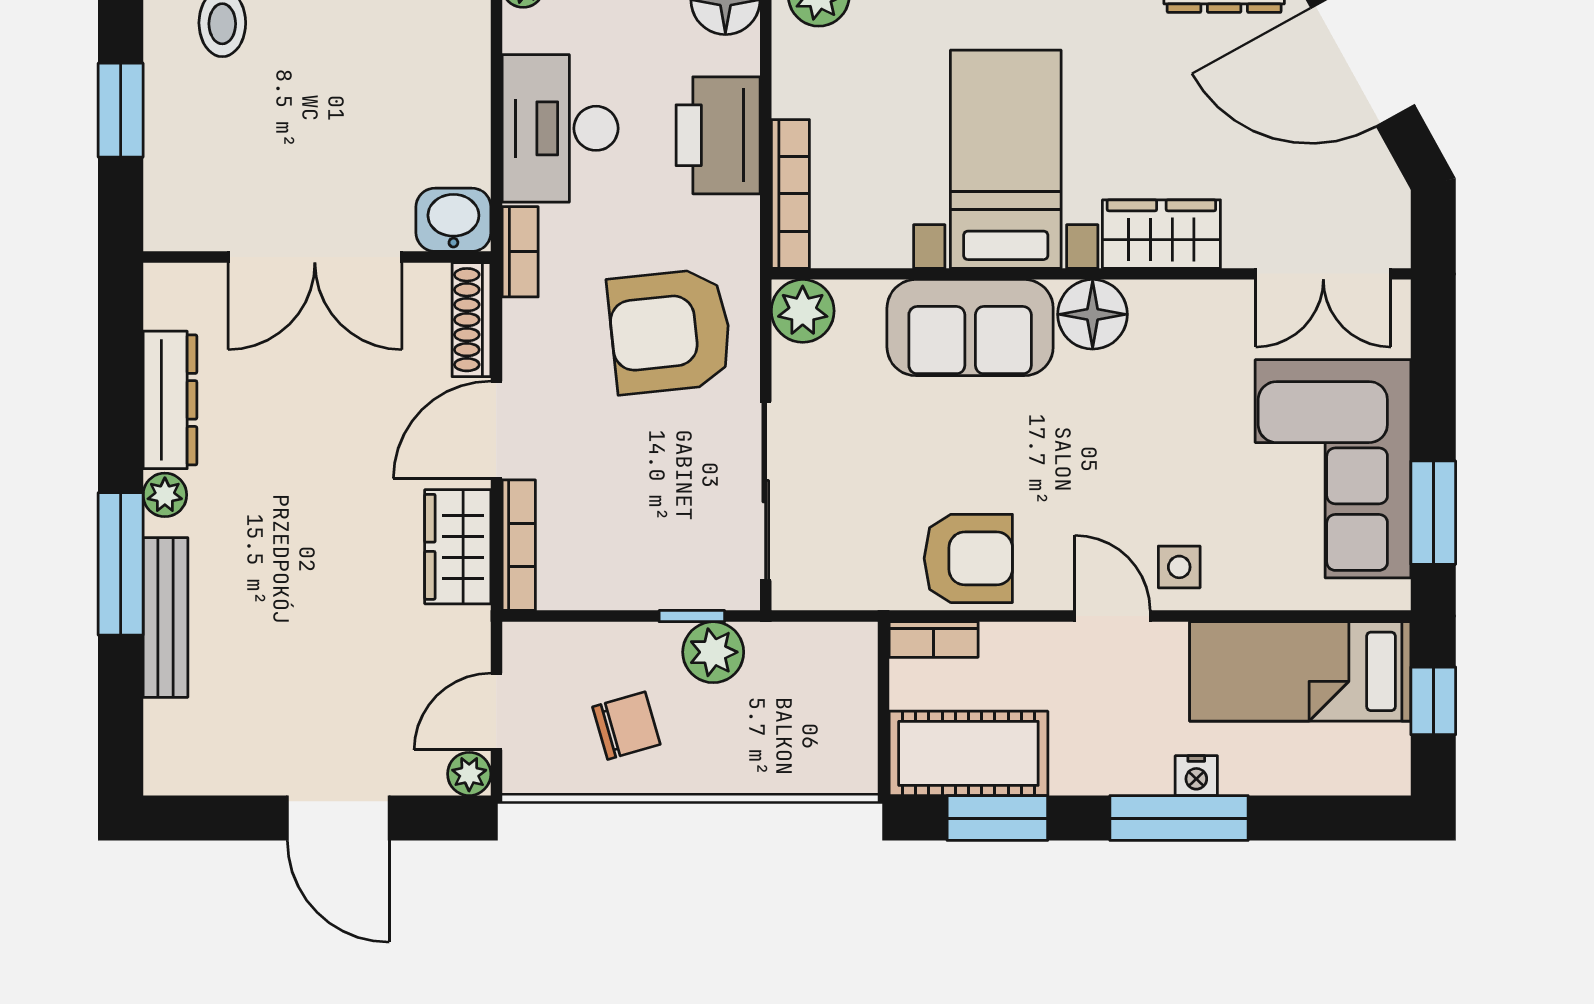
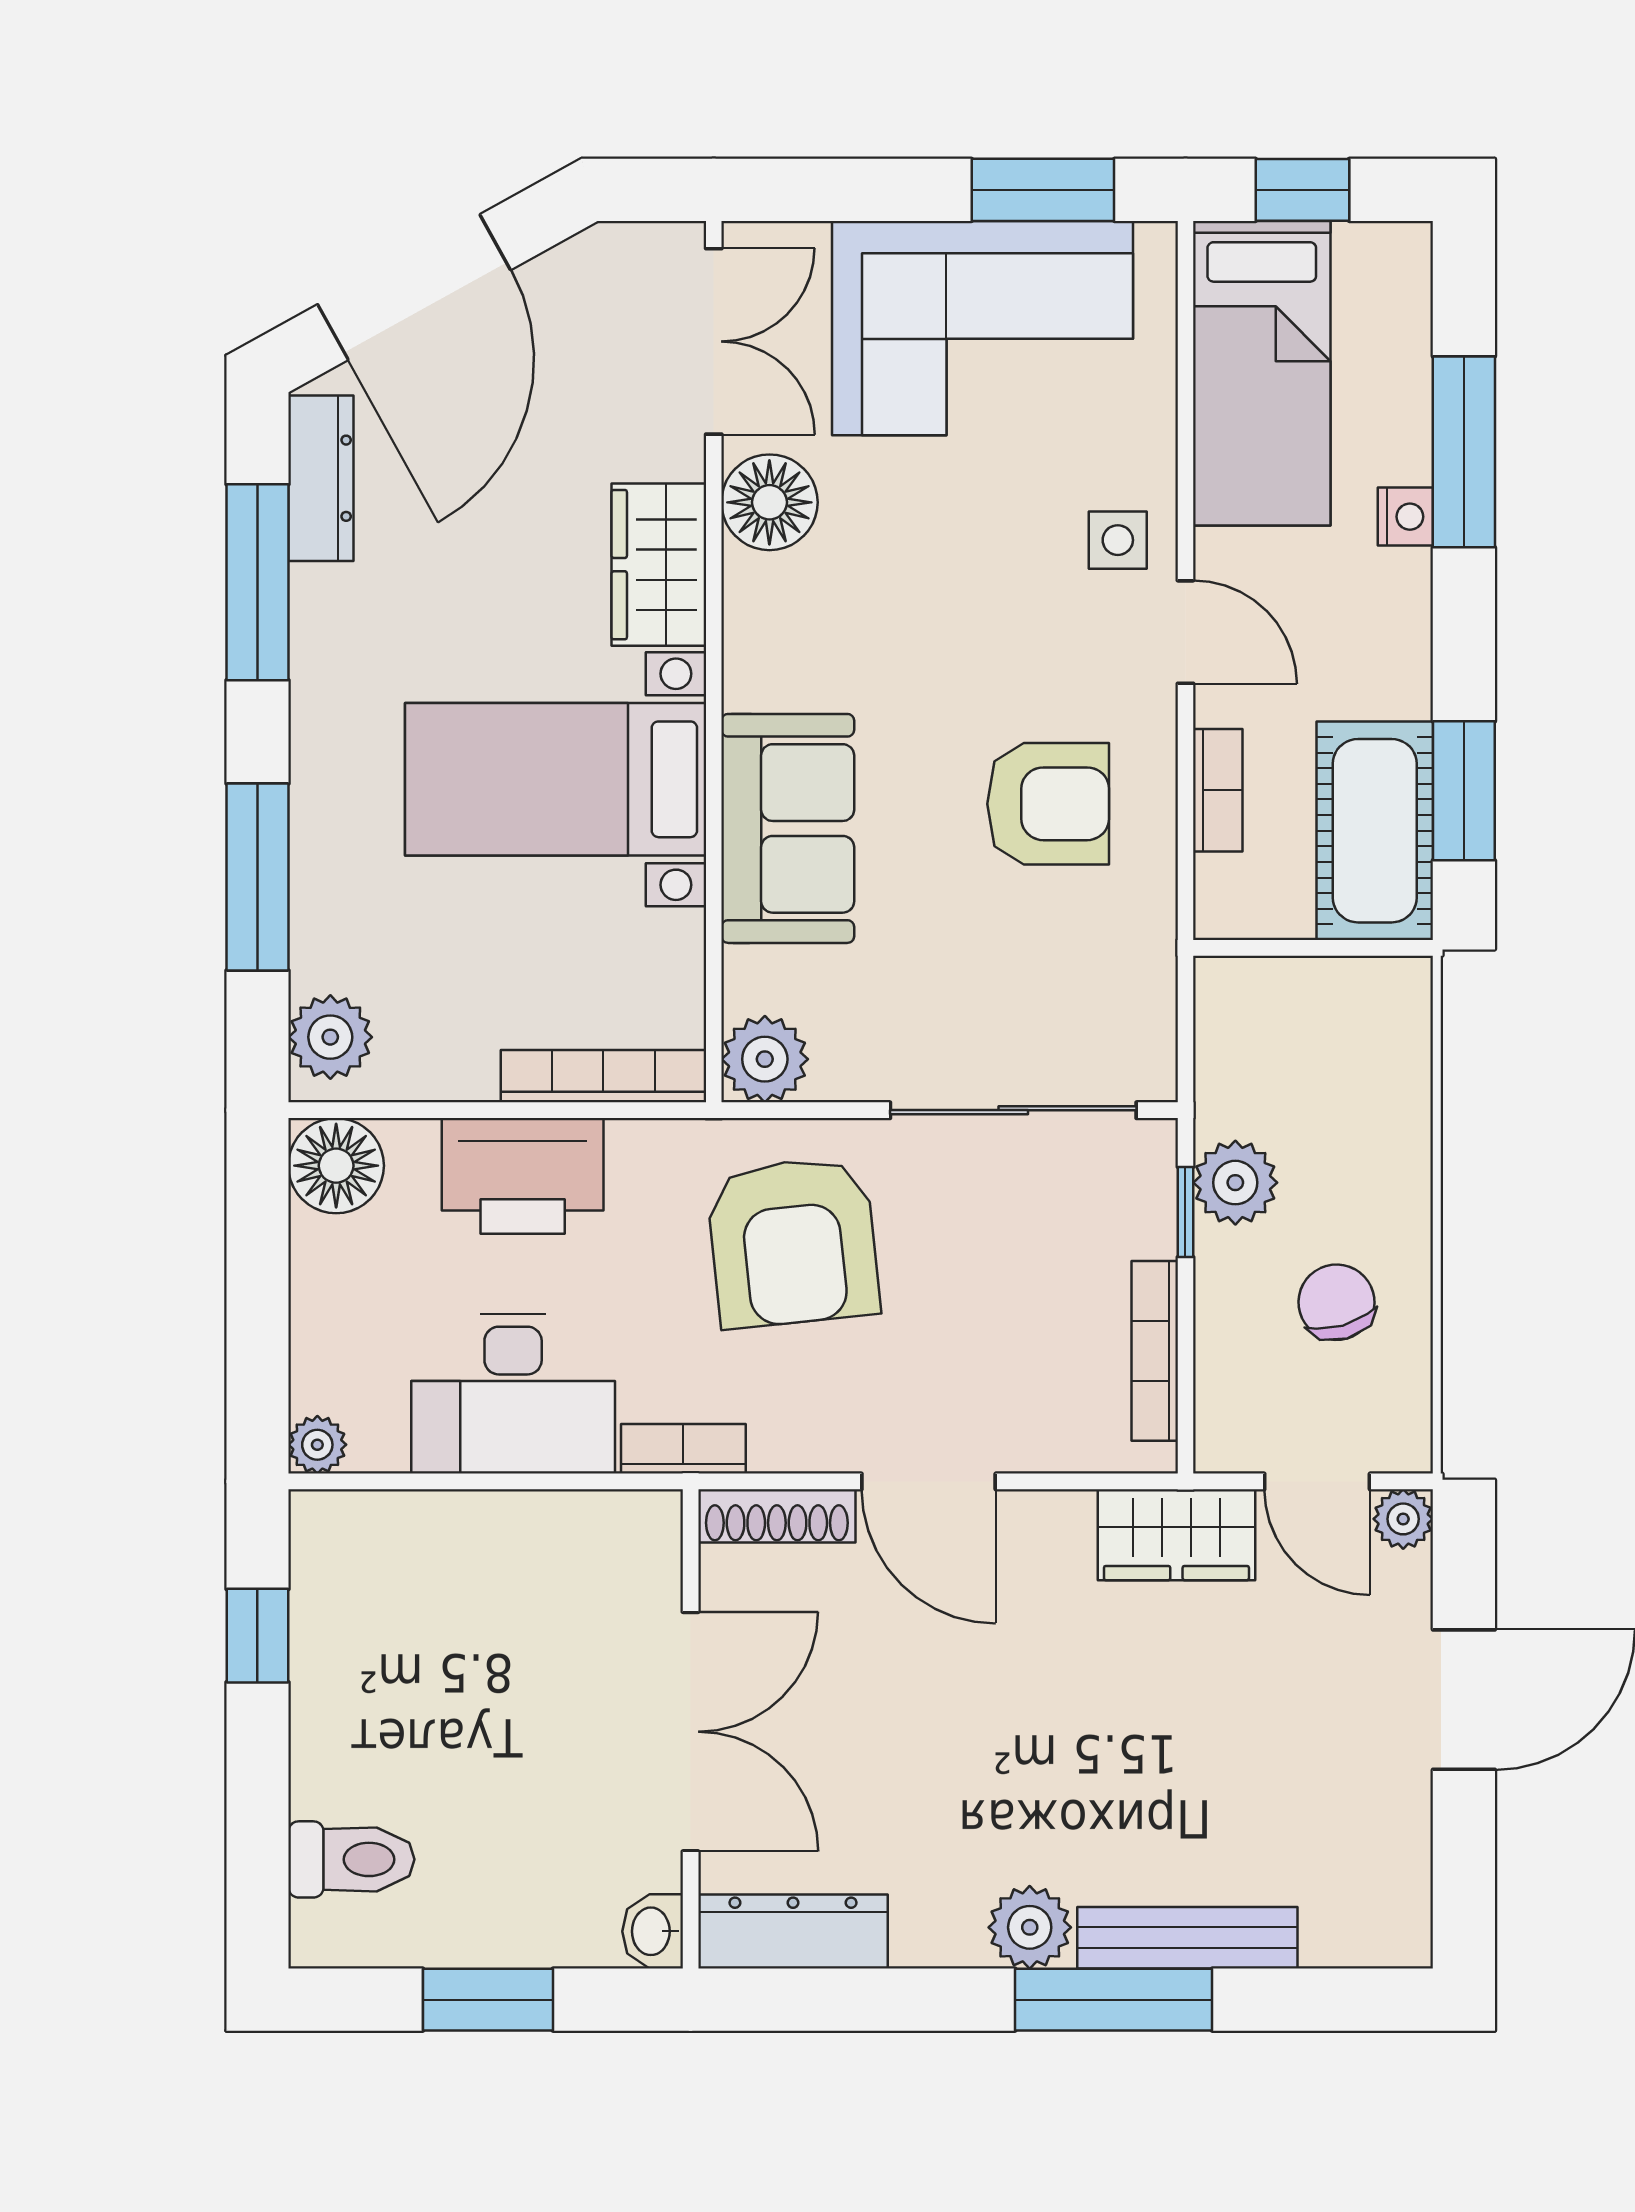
washbasin: (453, 220) -> (653, 1931), moved, width x0.72, depth x0.69
floor lamp: (1093, 314) -> (769, 502), moved
dresser: (170, 400) -> (793, 1932), moved
plant: (165, 495) -> (1030, 1927), width x1.38, depth x1.38
bookcase: (519, 545) -> (1155, 1351), moved, turned -90
wardrobe: (458, 547) -> (1176, 1535), moved
armchair: (968, 558) -> (1048, 804), moved, turned 90
door: (1113, 616) -> (1185, 632), swing flipped
bookcase: (934, 639) -> (1218, 790), moved
window: (1179, 818) -> (1464, 452), moved

